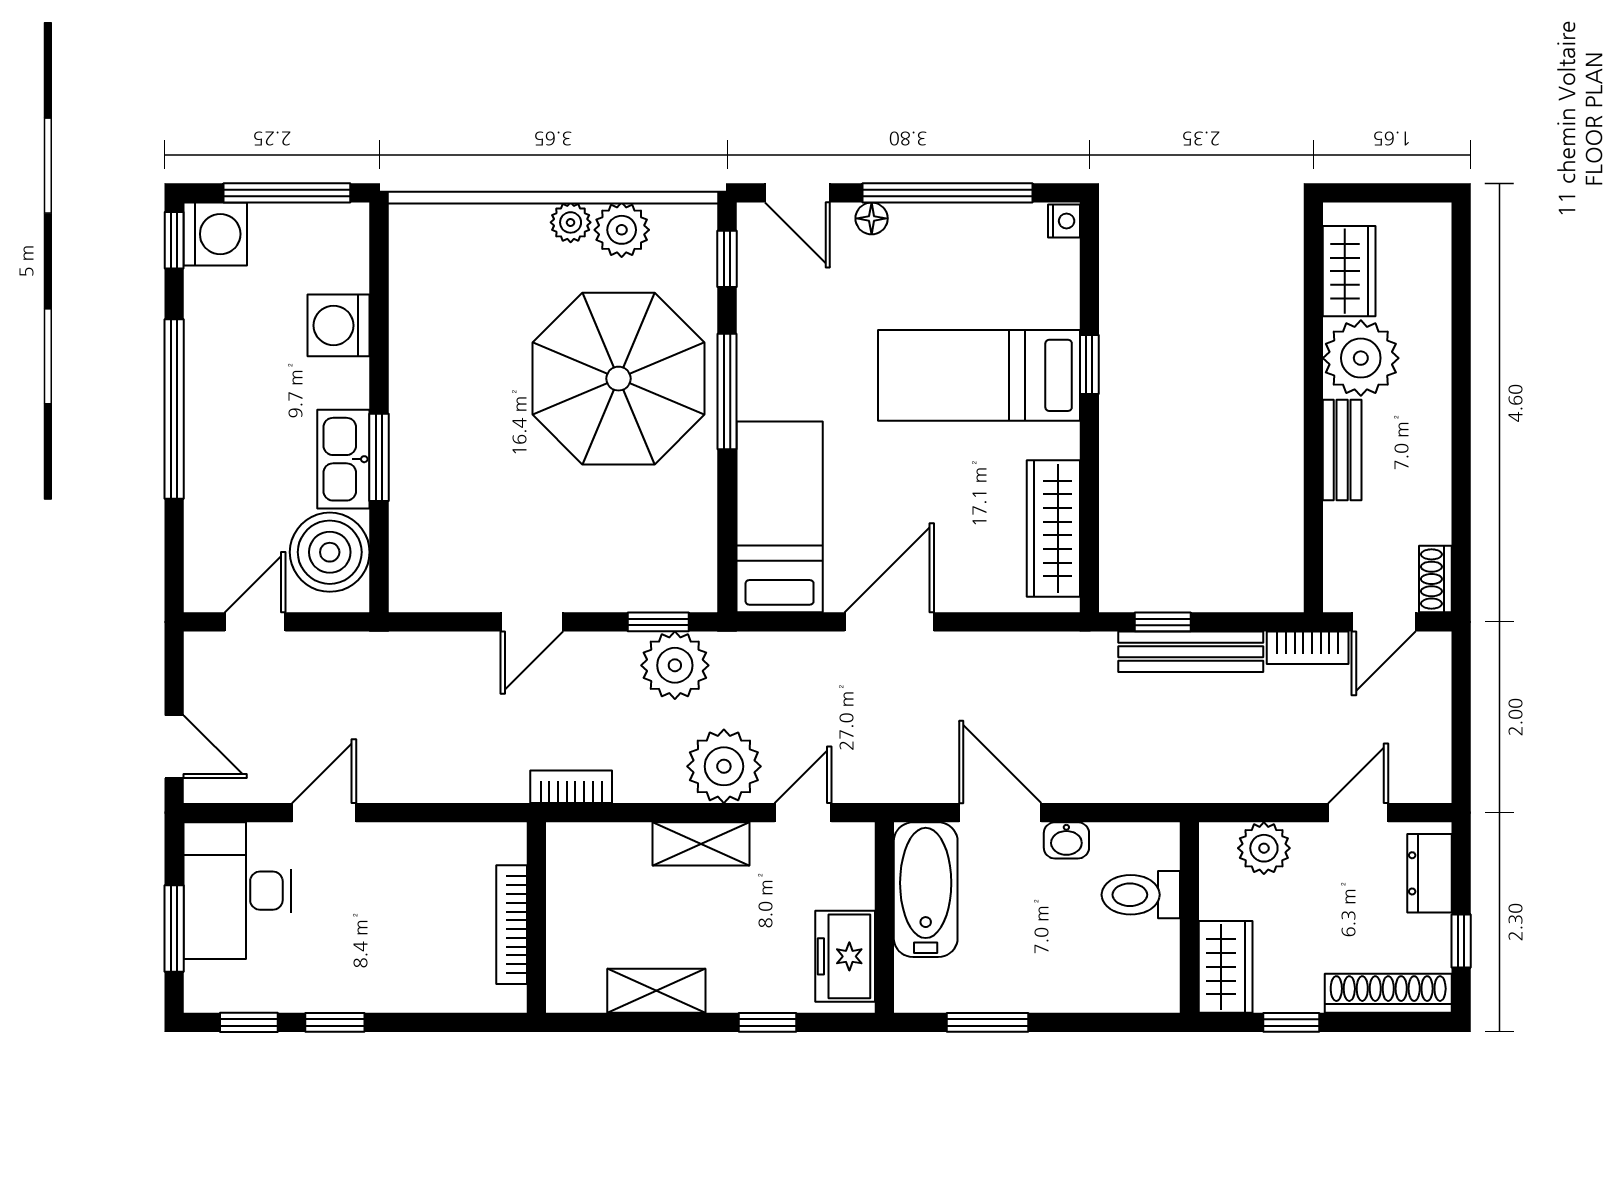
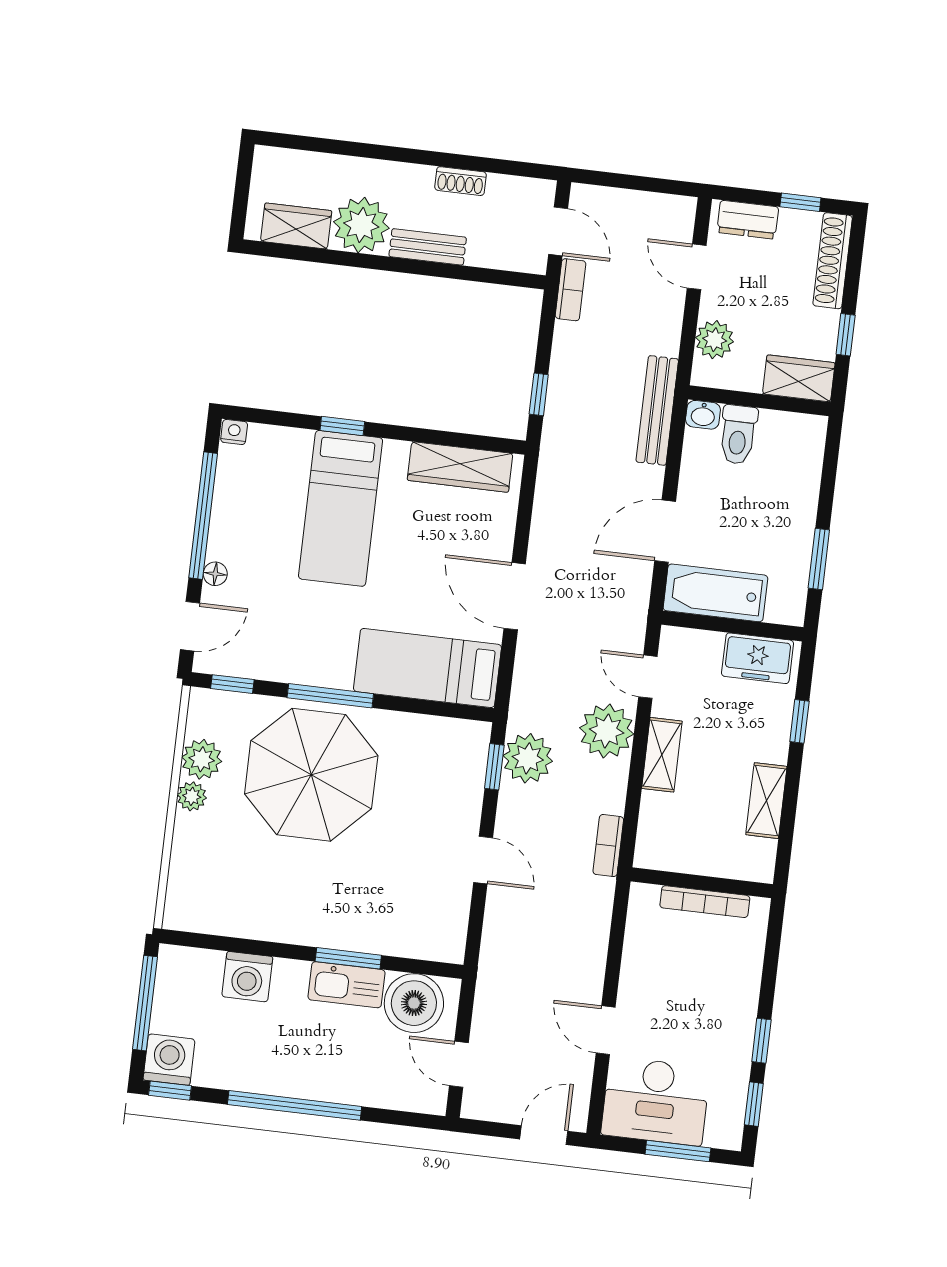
shoe rack: (1435, 579) -> (461, 181), moved
bench: (1191, 652) -> (657, 410), moved
washbasin: (1066, 840) -> (703, 415), moved, turned 90

